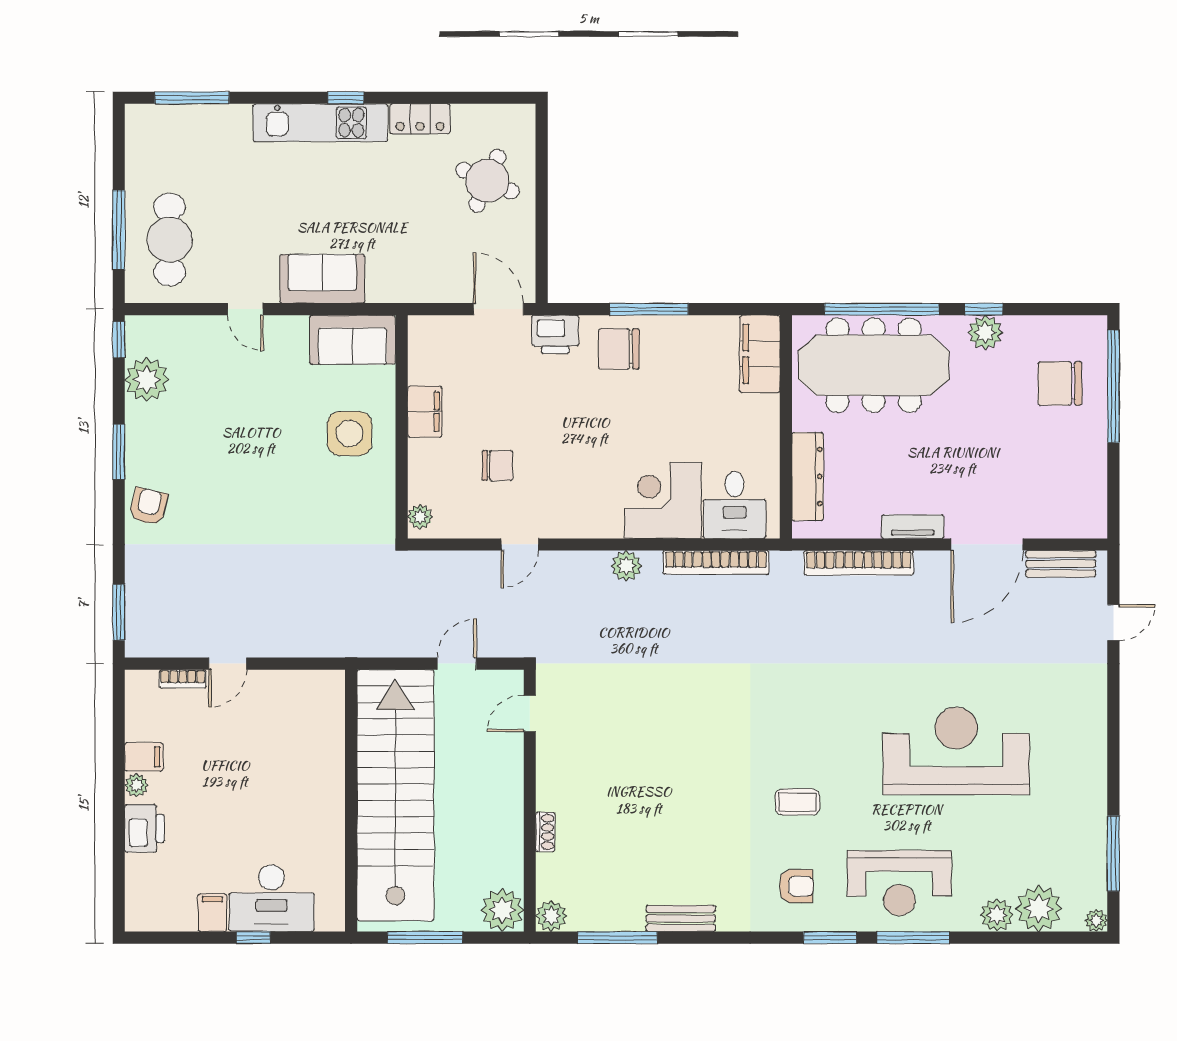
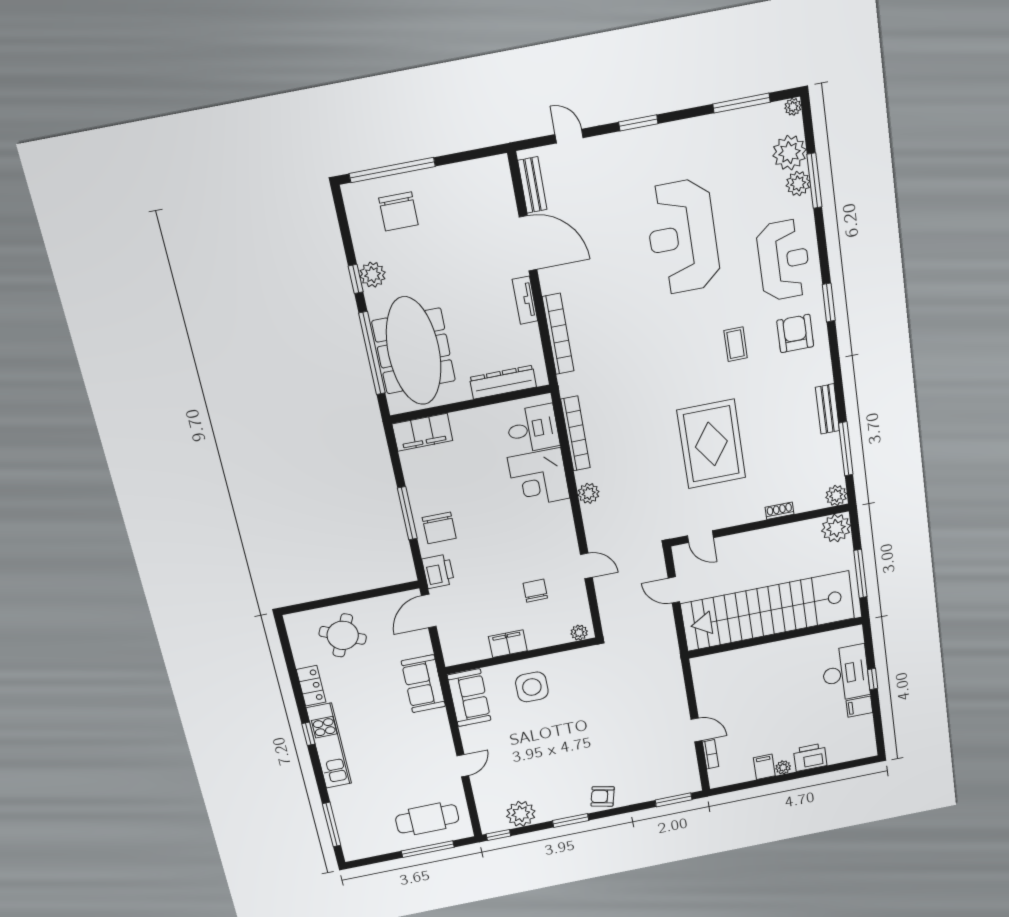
sofa: (322, 279) -> (423, 684), moved
window: (1113, 715) -> (638, 123), added
rug: (663, 749) -> (711, 444), added
armchair: (796, 886) -> (795, 334), width x1.38, depth x1.38
window: (913, 938) -> (815, 181), moved

